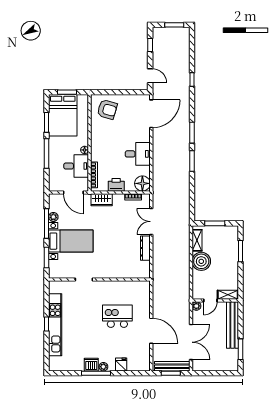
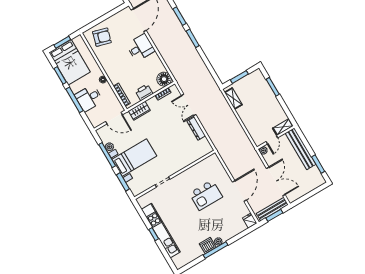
desk: (138, 154) -> (141, 48), moved
desk: (76, 166) -> (89, 98), moved, turned 180
boiler: (201, 261) -> (246, 113), removed
kitchen island: (117, 316) -> (206, 195), turned 180
door: (151, 331) -> (239, 191), hinge flipped
fridge: (121, 365) -> (250, 221), moved

